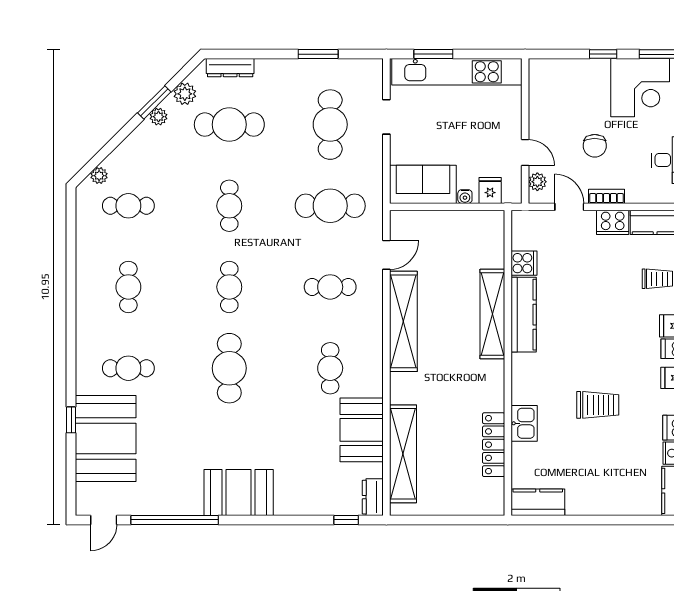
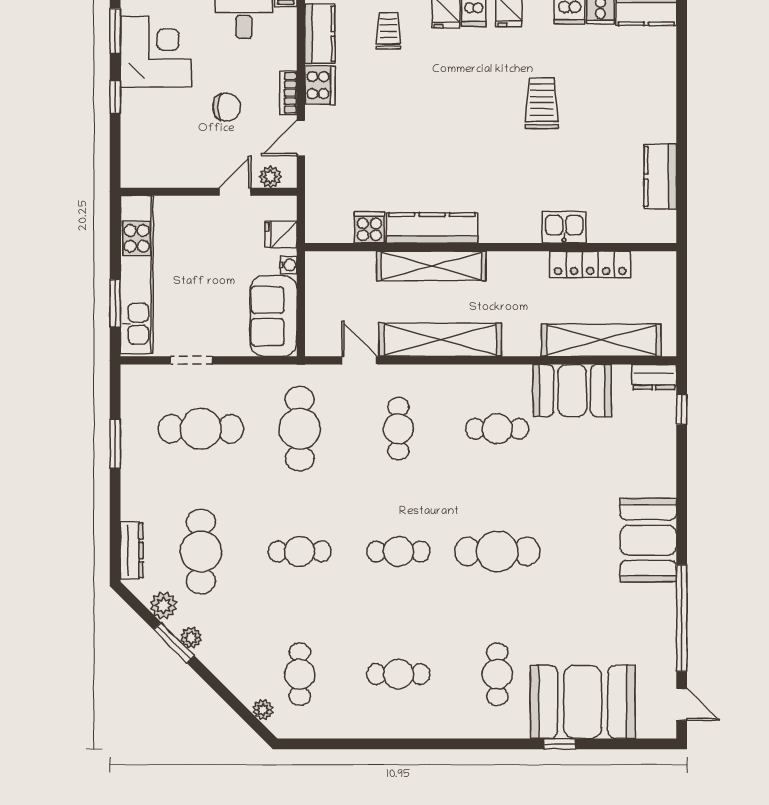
cooker: (524, 263) -> (369, 227), moved
shelving: (492, 314) -> (431, 266), moved
kitchen counter: (524, 315) -> (432, 228), moved
wall: (508, 363) -> (491, 247), moved
kitchen sink: (524, 423) -> (564, 227), moved
locker: (494, 445) -> (590, 264), moved

